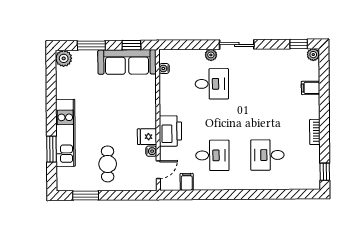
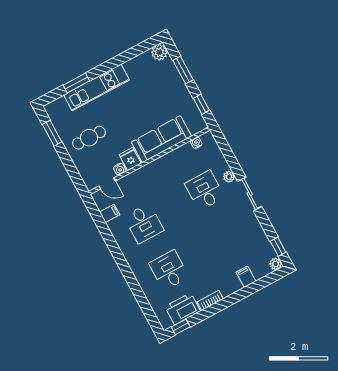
sofa: (127, 62) -> (161, 139), moved, turned 90
desk: (212, 84) -> (205, 191), turned 180
printer: (170, 131) -> (183, 309), moved, turned 180

